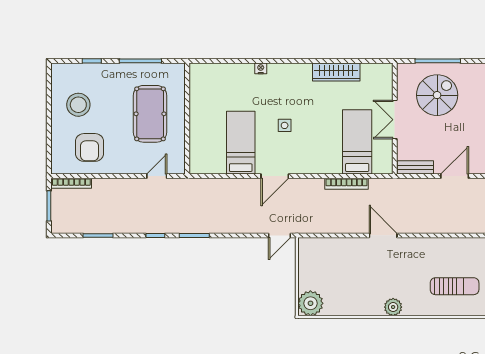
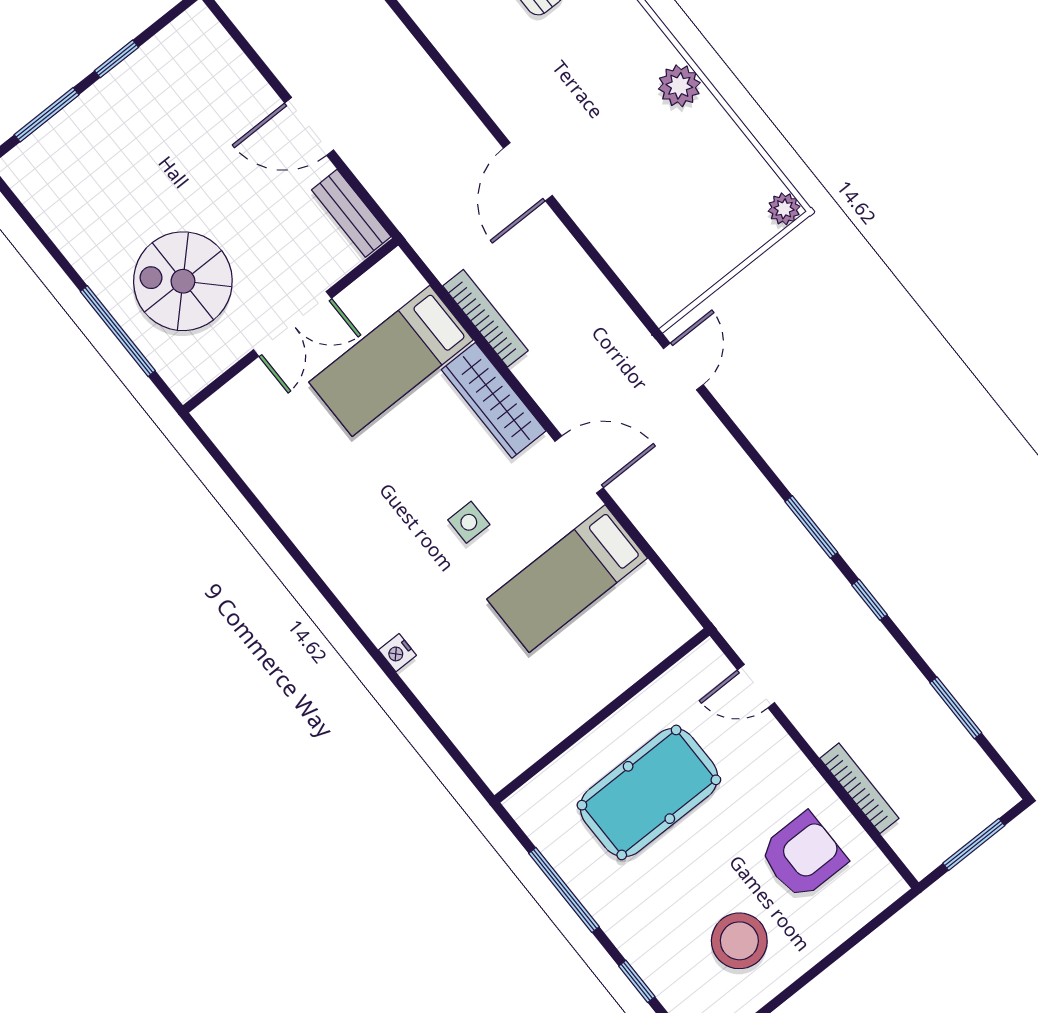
wardrobe: (336, 72) -> (494, 400), moved, turned 180
bookcase: (71, 183) -> (859, 788), moved
door: (279, 235) -> (683, 367), hinge flipped
plant: (310, 303) -> (784, 209), width x0.53, depth x0.53
plant: (393, 307) -> (679, 86), moved

